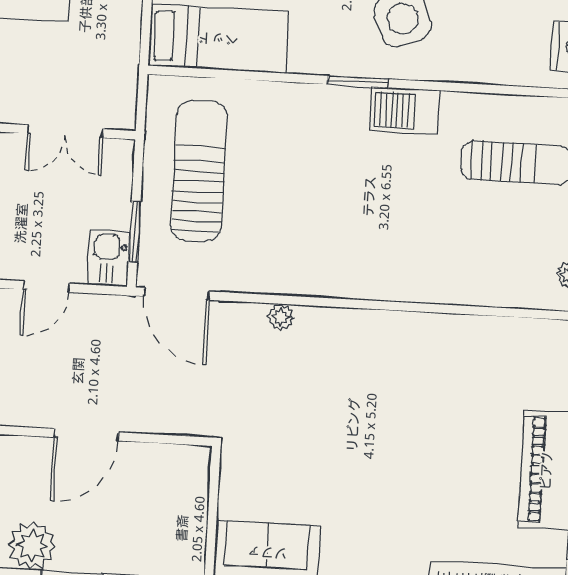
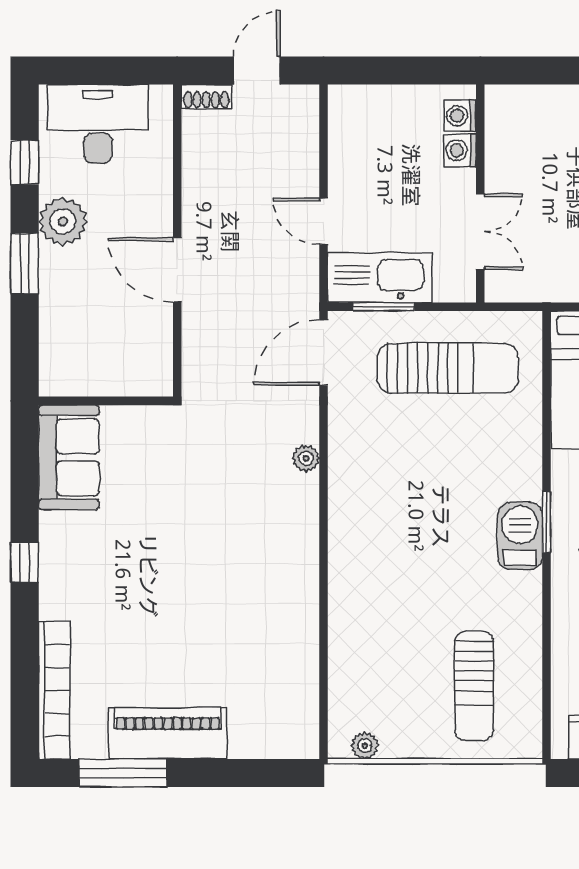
barbecue: (404, 110) -> (520, 536), moved
double door: (65, 131) -> (480, 232), swing flipped
kitchen sink: (109, 258) -> (380, 278), width x1.88, depth x1.24

